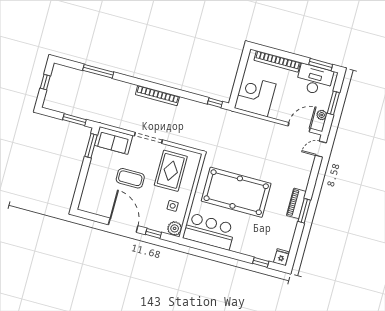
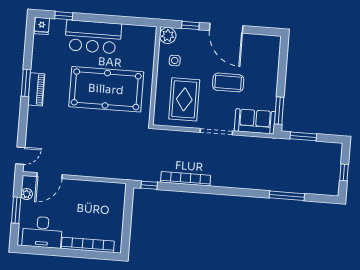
window: (321, 64) -> (39, 251), removed
bookcase: (157, 96) -> (186, 179), moved
corner desk: (255, 96) -> (105, 201), removed
bar counter: (209, 231) -> (93, 37), moved

